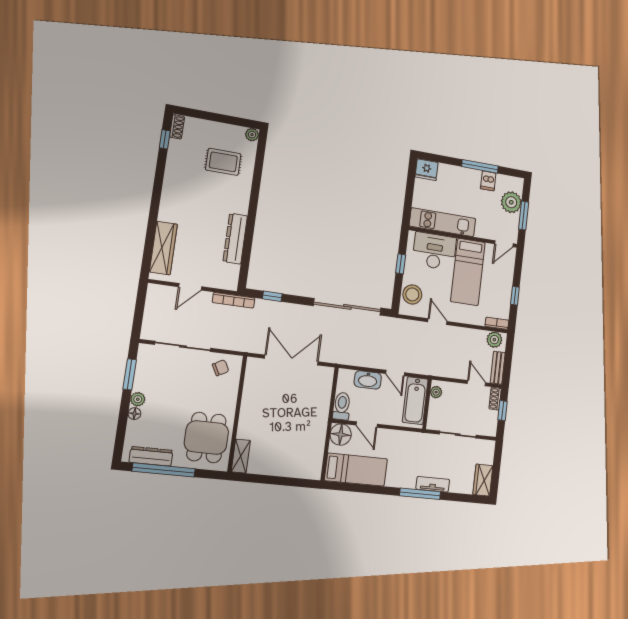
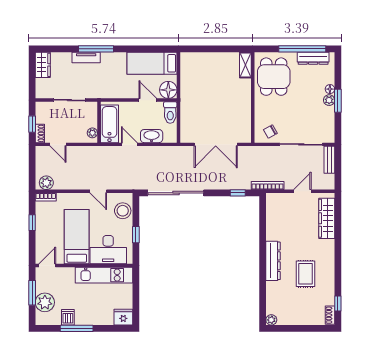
rug: (223, 162) -> (306, 274), moved, turned 90
dresser: (235, 239) -> (273, 261), moved
bench: (498, 368) -> (329, 160), moved
window: (130, 374) -> (338, 101), moved

